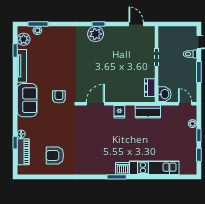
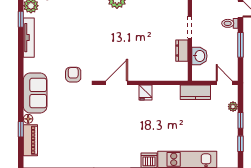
dresser: (150, 88) -> (182, 51), moved
washbasin: (164, 94) -> (199, 56), moved
sofa: (27, 100) -> (35, 93), moved
kitchen counter: (148, 112) -> (195, 92), moved
armchair: (55, 155) -> (68, 145), removed

